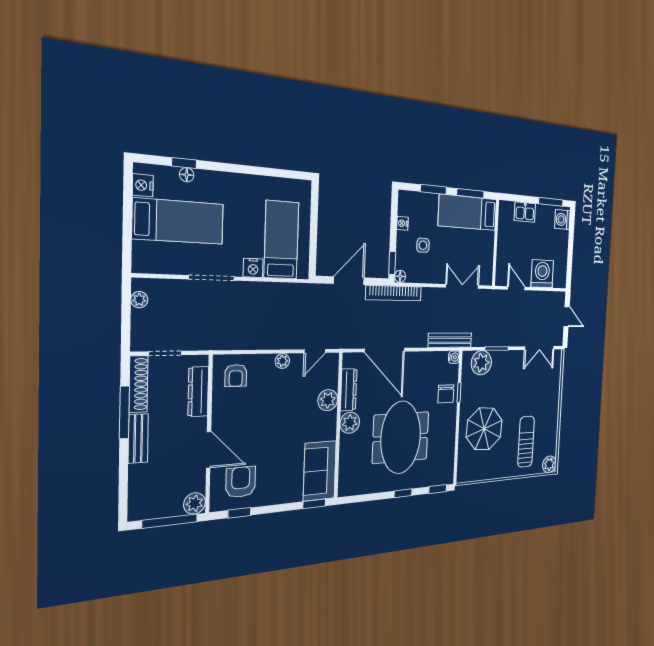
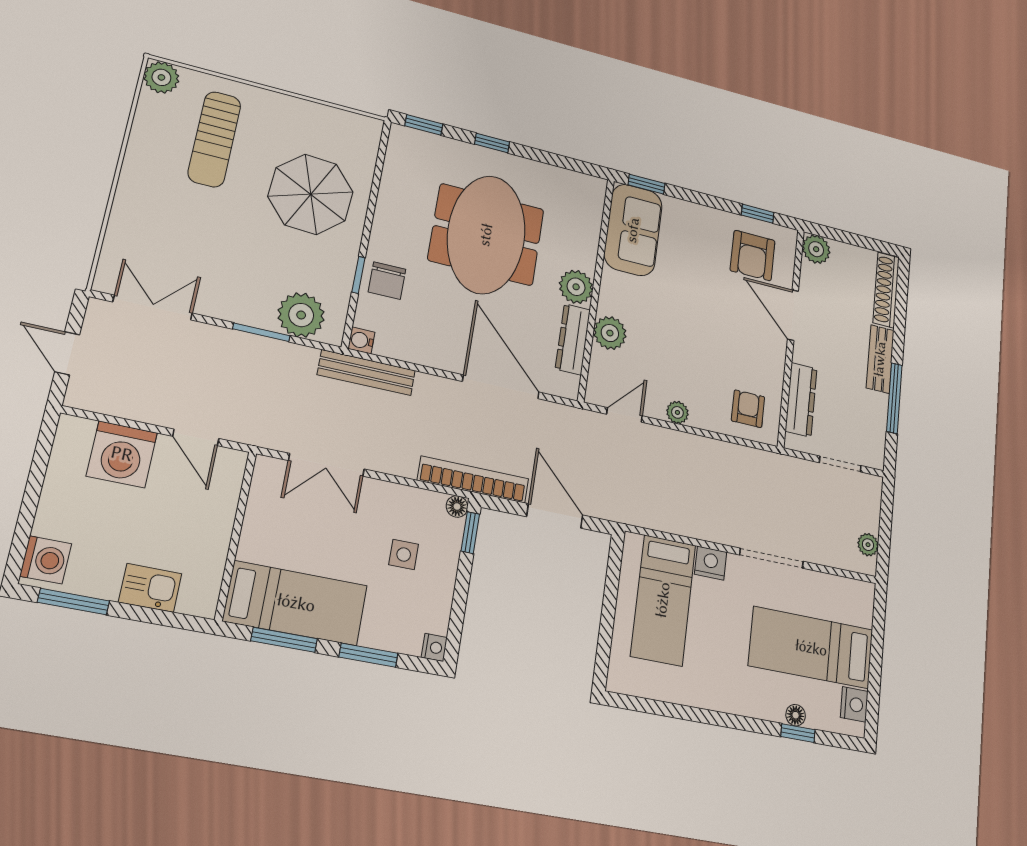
nightstand: (402, 223) -> (434, 647), moved
door: (349, 281) -> (555, 516), swing flipped
shoe rack: (138, 384) -> (886, 290), moved
chair: (446, 394) -> (387, 281), turned 180
window: (170, 521) -> (849, 238), removed

